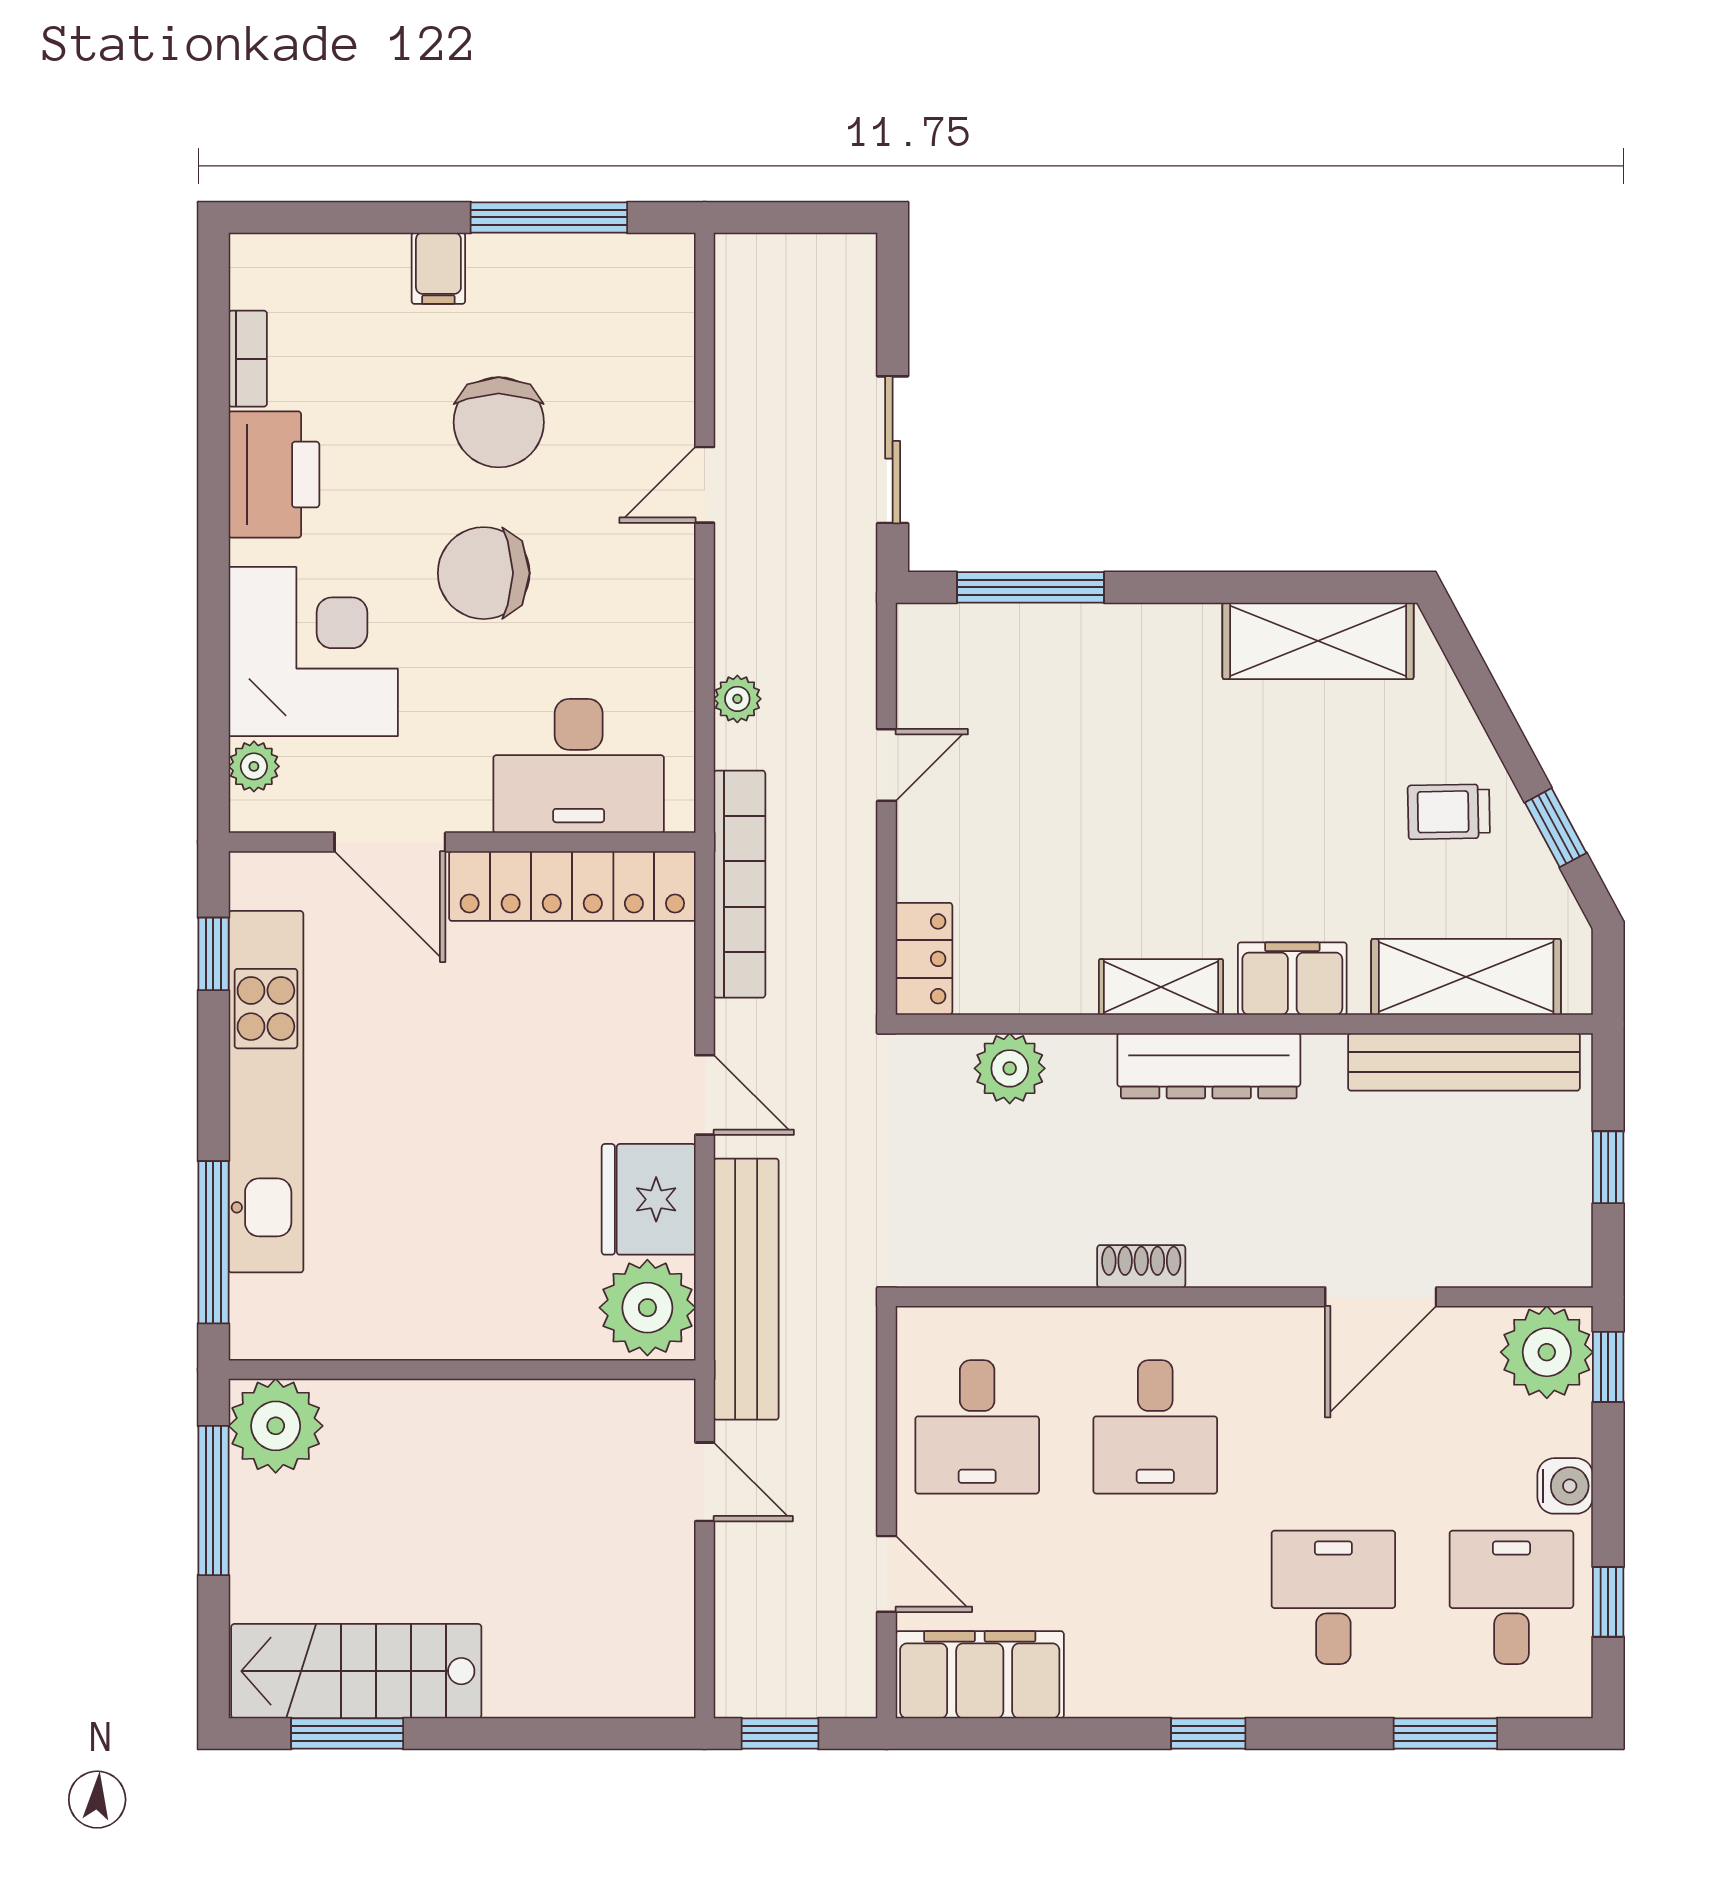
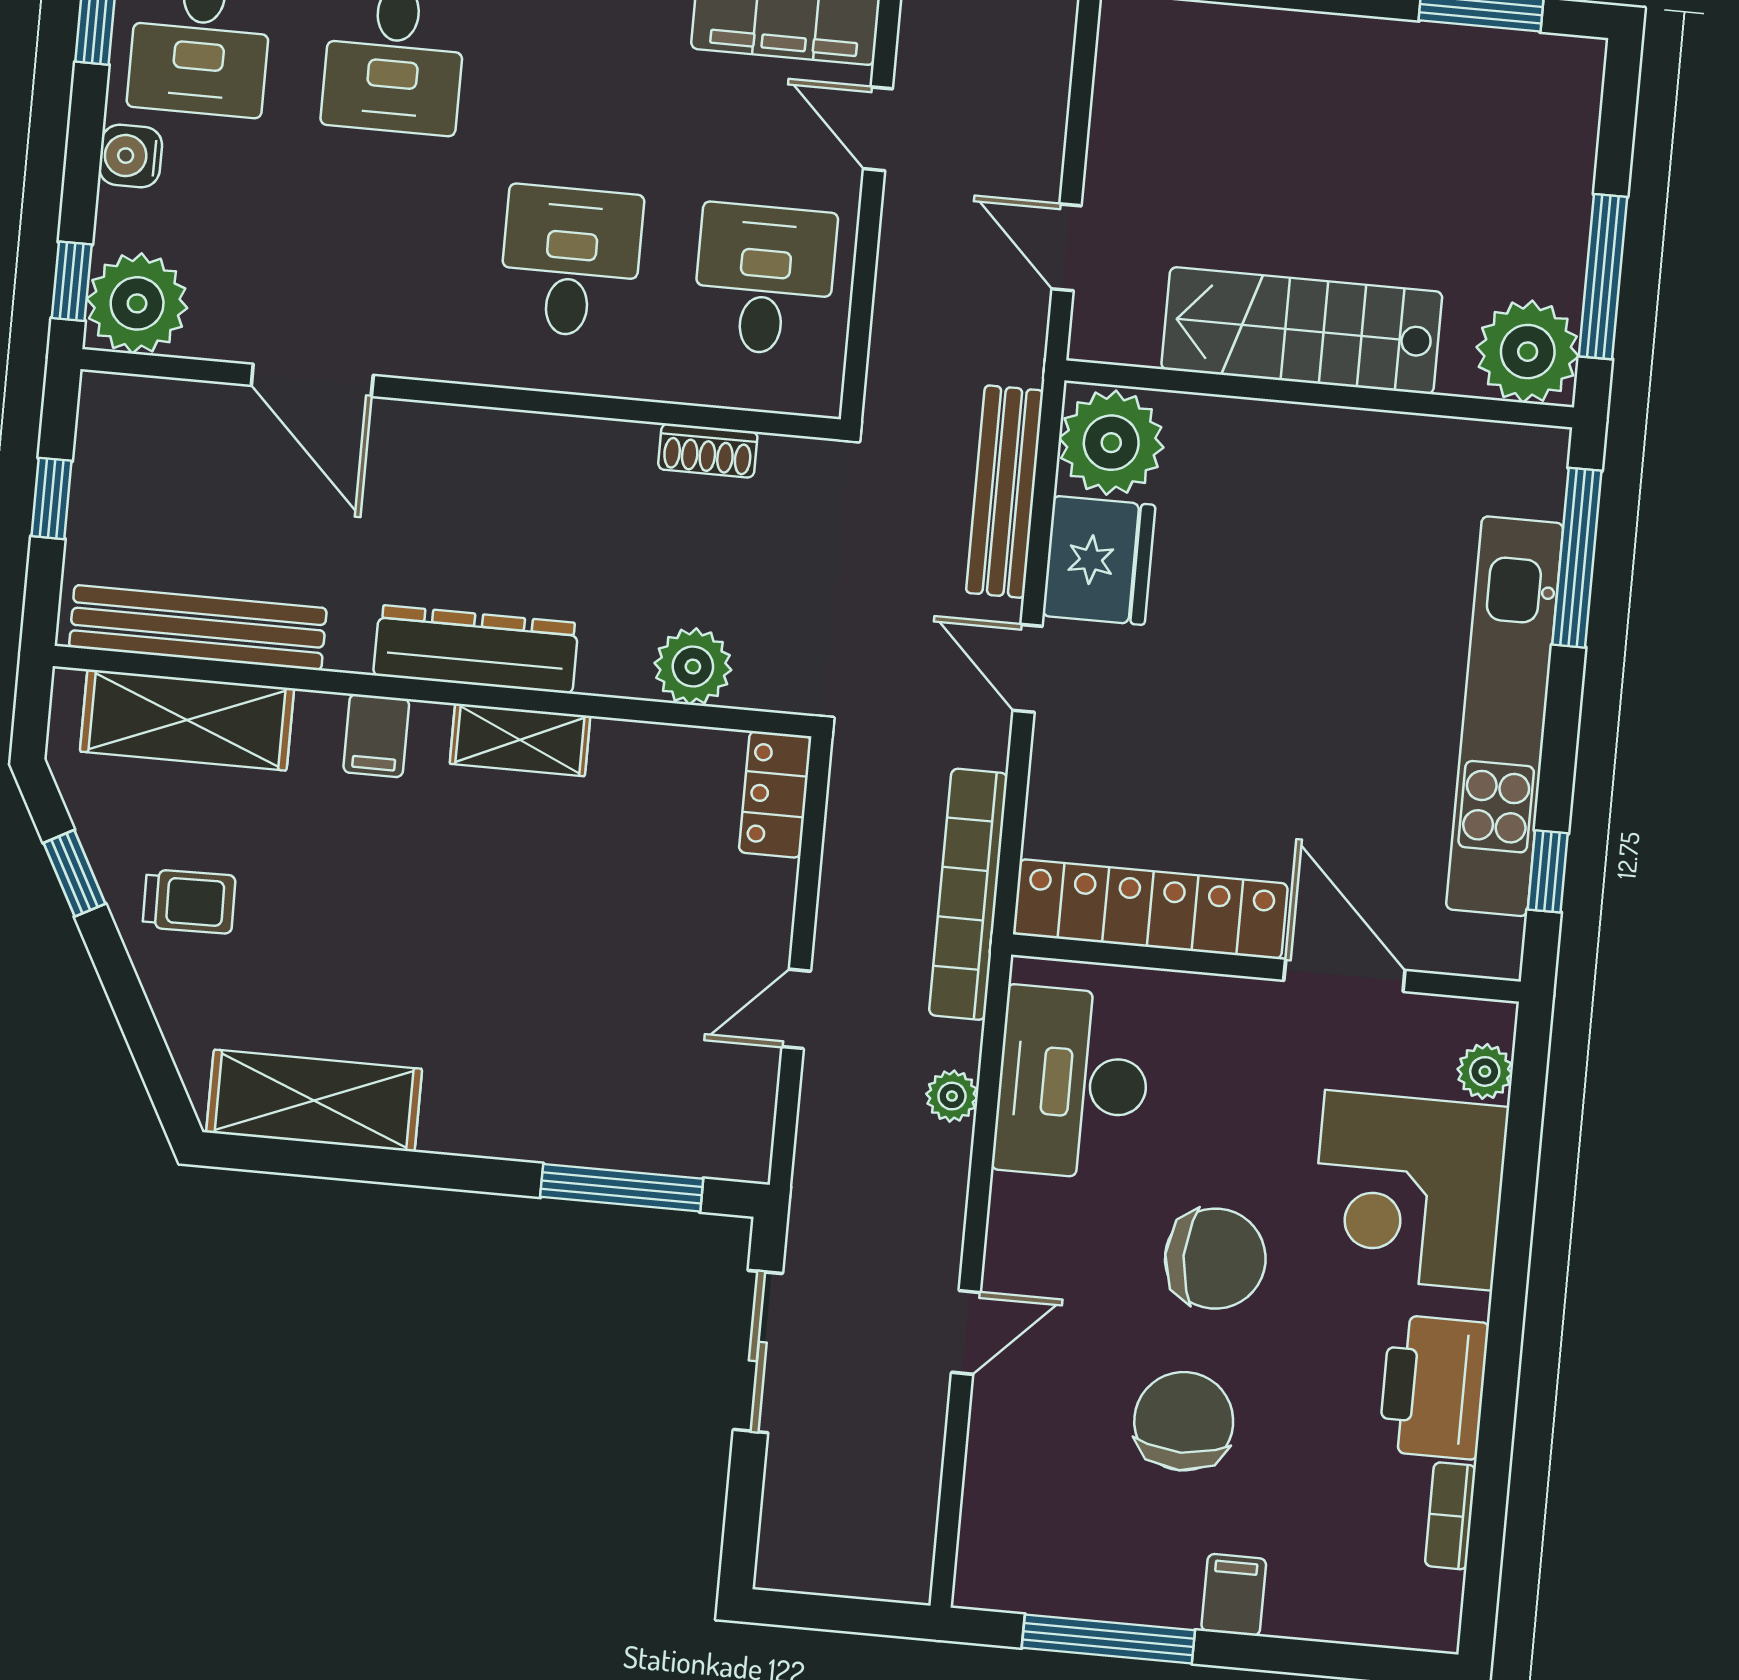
desk: (579, 766) -> (1073, 1083), moved, turned -90
filing cabinet: (1292, 979) -> (376, 736), width x0.50
shoe rack: (1141, 1266) -> (708, 451), moved
bench: (746, 1289) -> (1005, 492), width x0.73, depth x0.82
door: (1381, 1297) -> (312, 380), swing flipped
stairs: (356, 1671) -> (1302, 331), moved, turned 180

